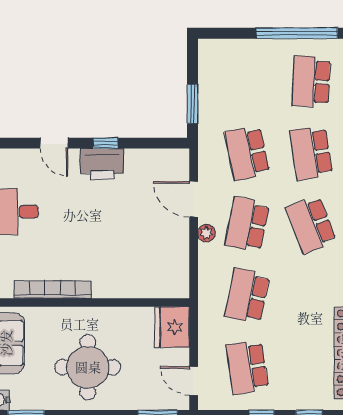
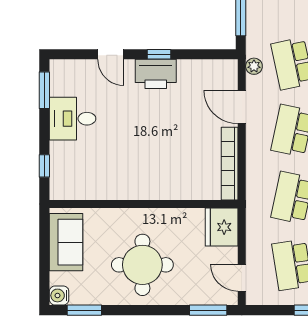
plant: (207, 233) -> (254, 66), moved
bookcase: (53, 289) -> (230, 164), moved, turned -90

